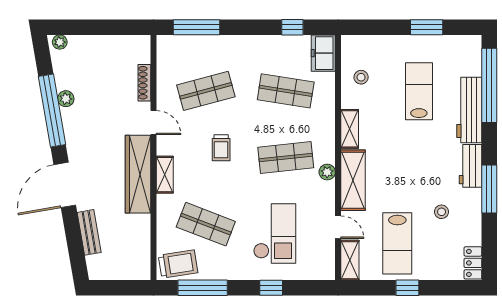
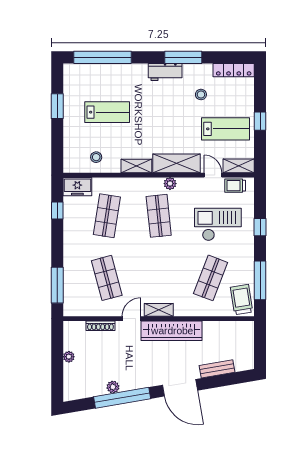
plant: (60, 42) -> (69, 357), moved
lab bench: (419, 91) -> (107, 112), turned 180
workbench: (469, 110) -> (122, 73), removed
trolley: (221, 148) -> (235, 186), moved, turned 180
shelving: (165, 175) -> (159, 310), moved
door: (338, 227) -> (213, 175), hinge flipped
locker: (473, 263) -> (234, 70), width x1.53

